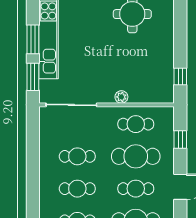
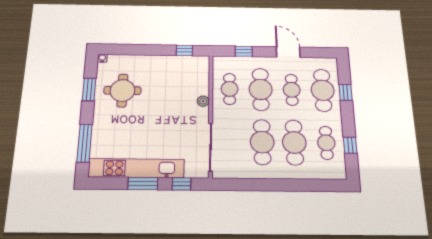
window: (33, 77) -> (181, 184), width x0.67
cafe table: (77, 156) -> (262, 142), width x1.37, depth x1.35
cafe table: (77, 189) -> (294, 142), width x1.37, depth x1.35

